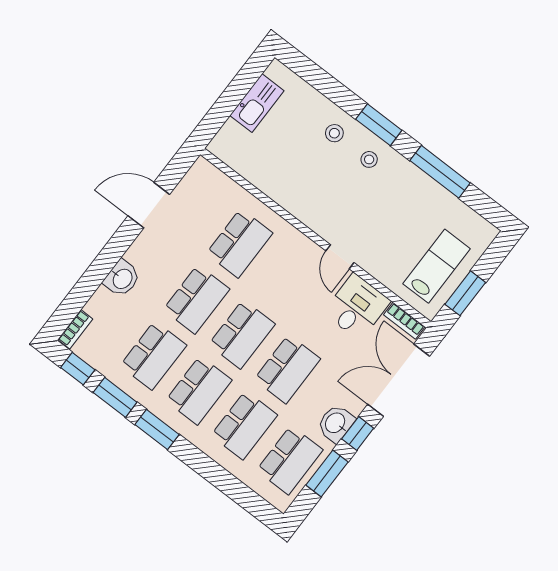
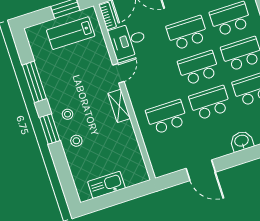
shelving: (310, 216) -> (119, 106), added

